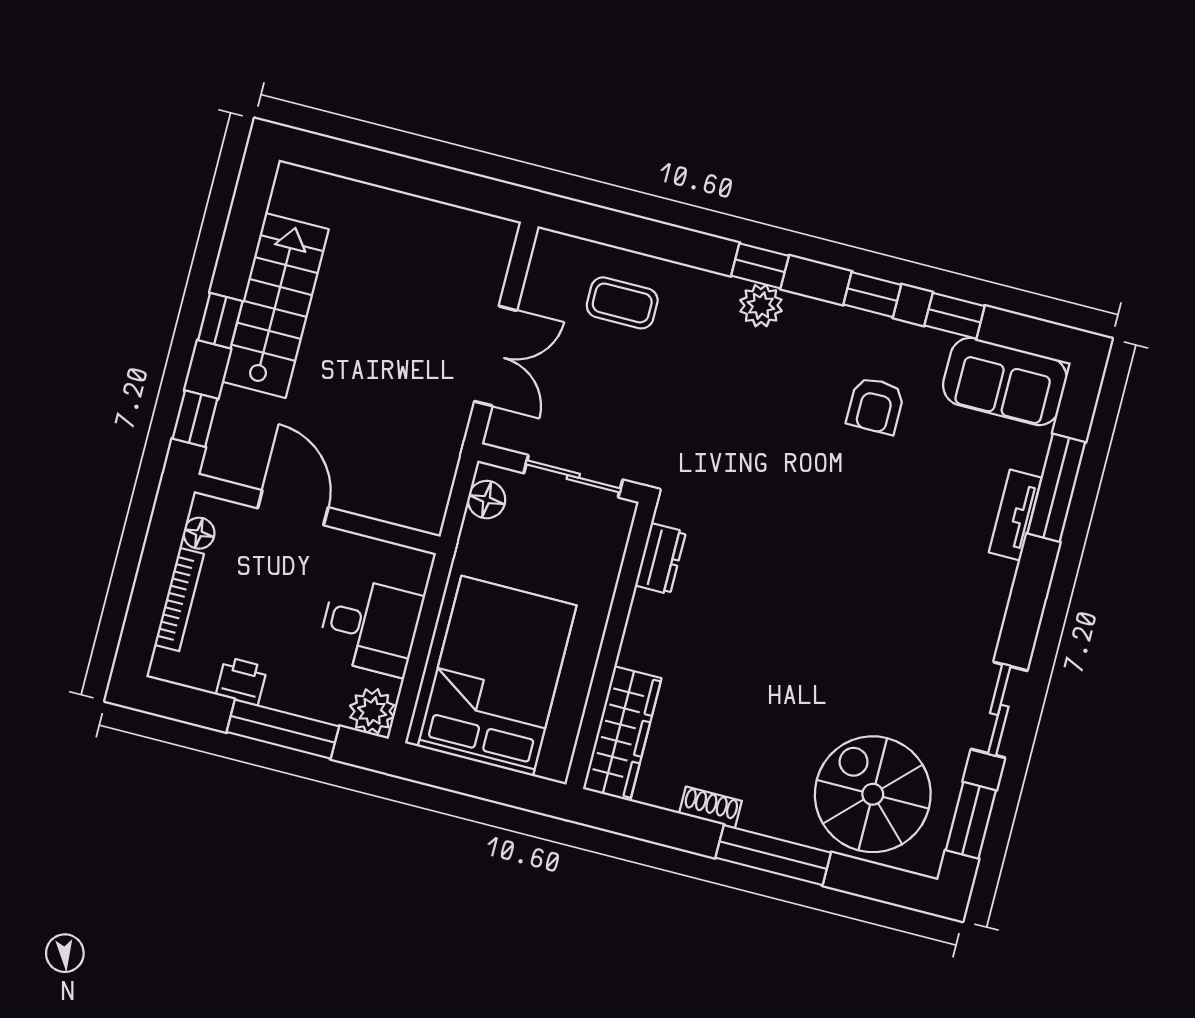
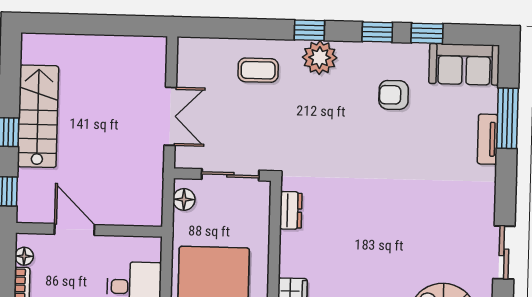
coffee table: (622, 303) -> (258, 70), moved
plant: (761, 306) -> (320, 58), width x1.36, depth x1.36
armchair: (876, 406) -> (394, 95), turned 90

